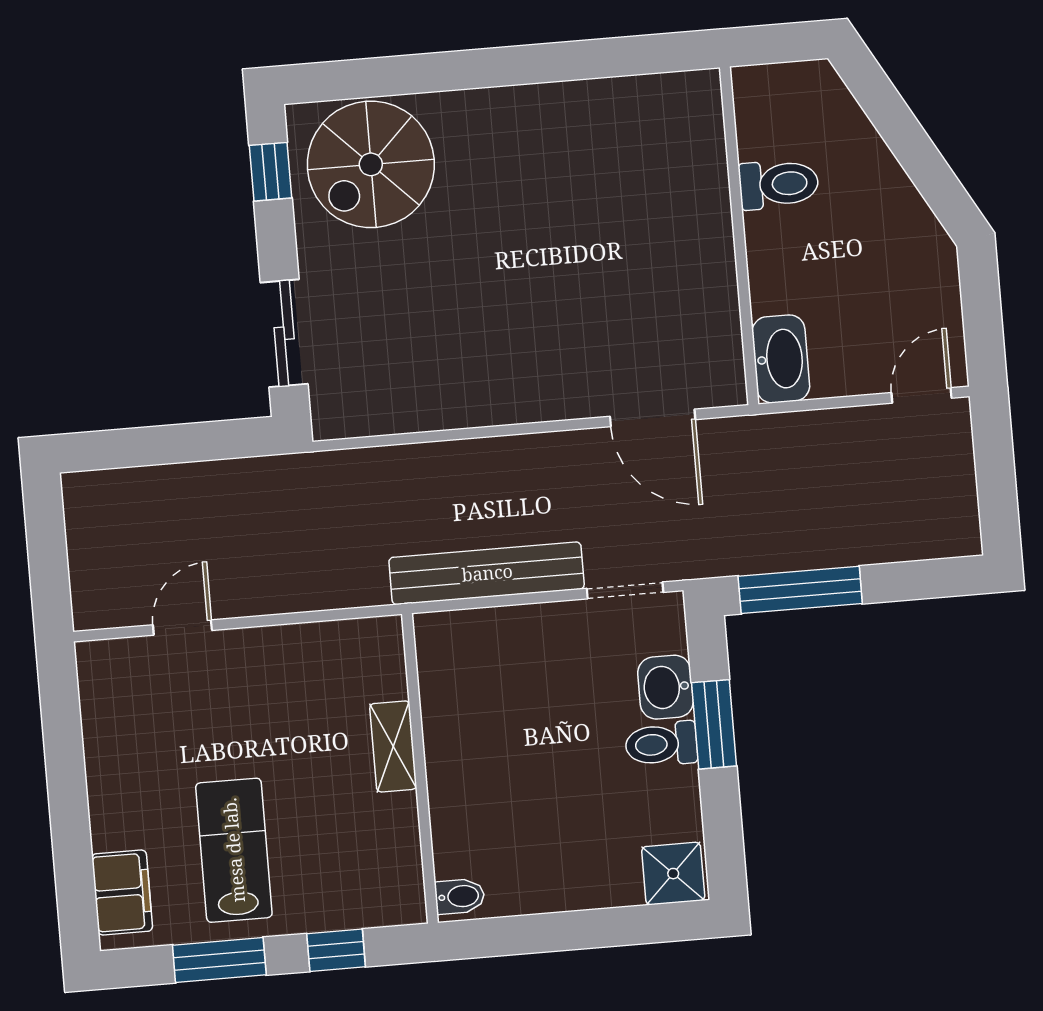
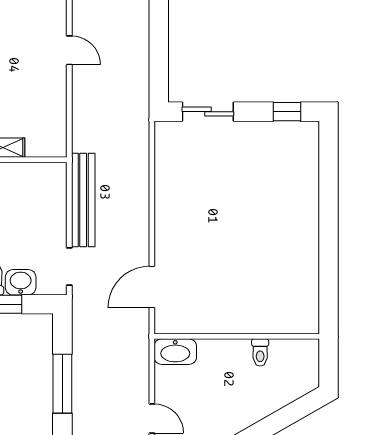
spiral stairs: (371, 164) -> (286, 161), removed
toilet: (779, 184) -> (260, 352), width x0.73, depth x0.72
window: (800, 590) -> (62, 384), moved

